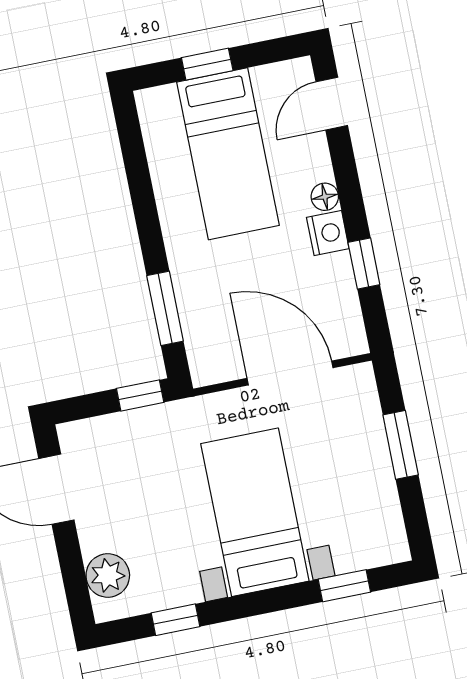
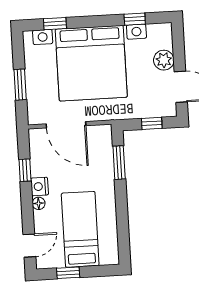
window: (207, 64) -> (68, 273), moved
window: (140, 395) -> (152, 123), moved
bed with nightstands: (255, 512) -> (91, 63), width x1.85
plant: (108, 575) -> (164, 60), moved

